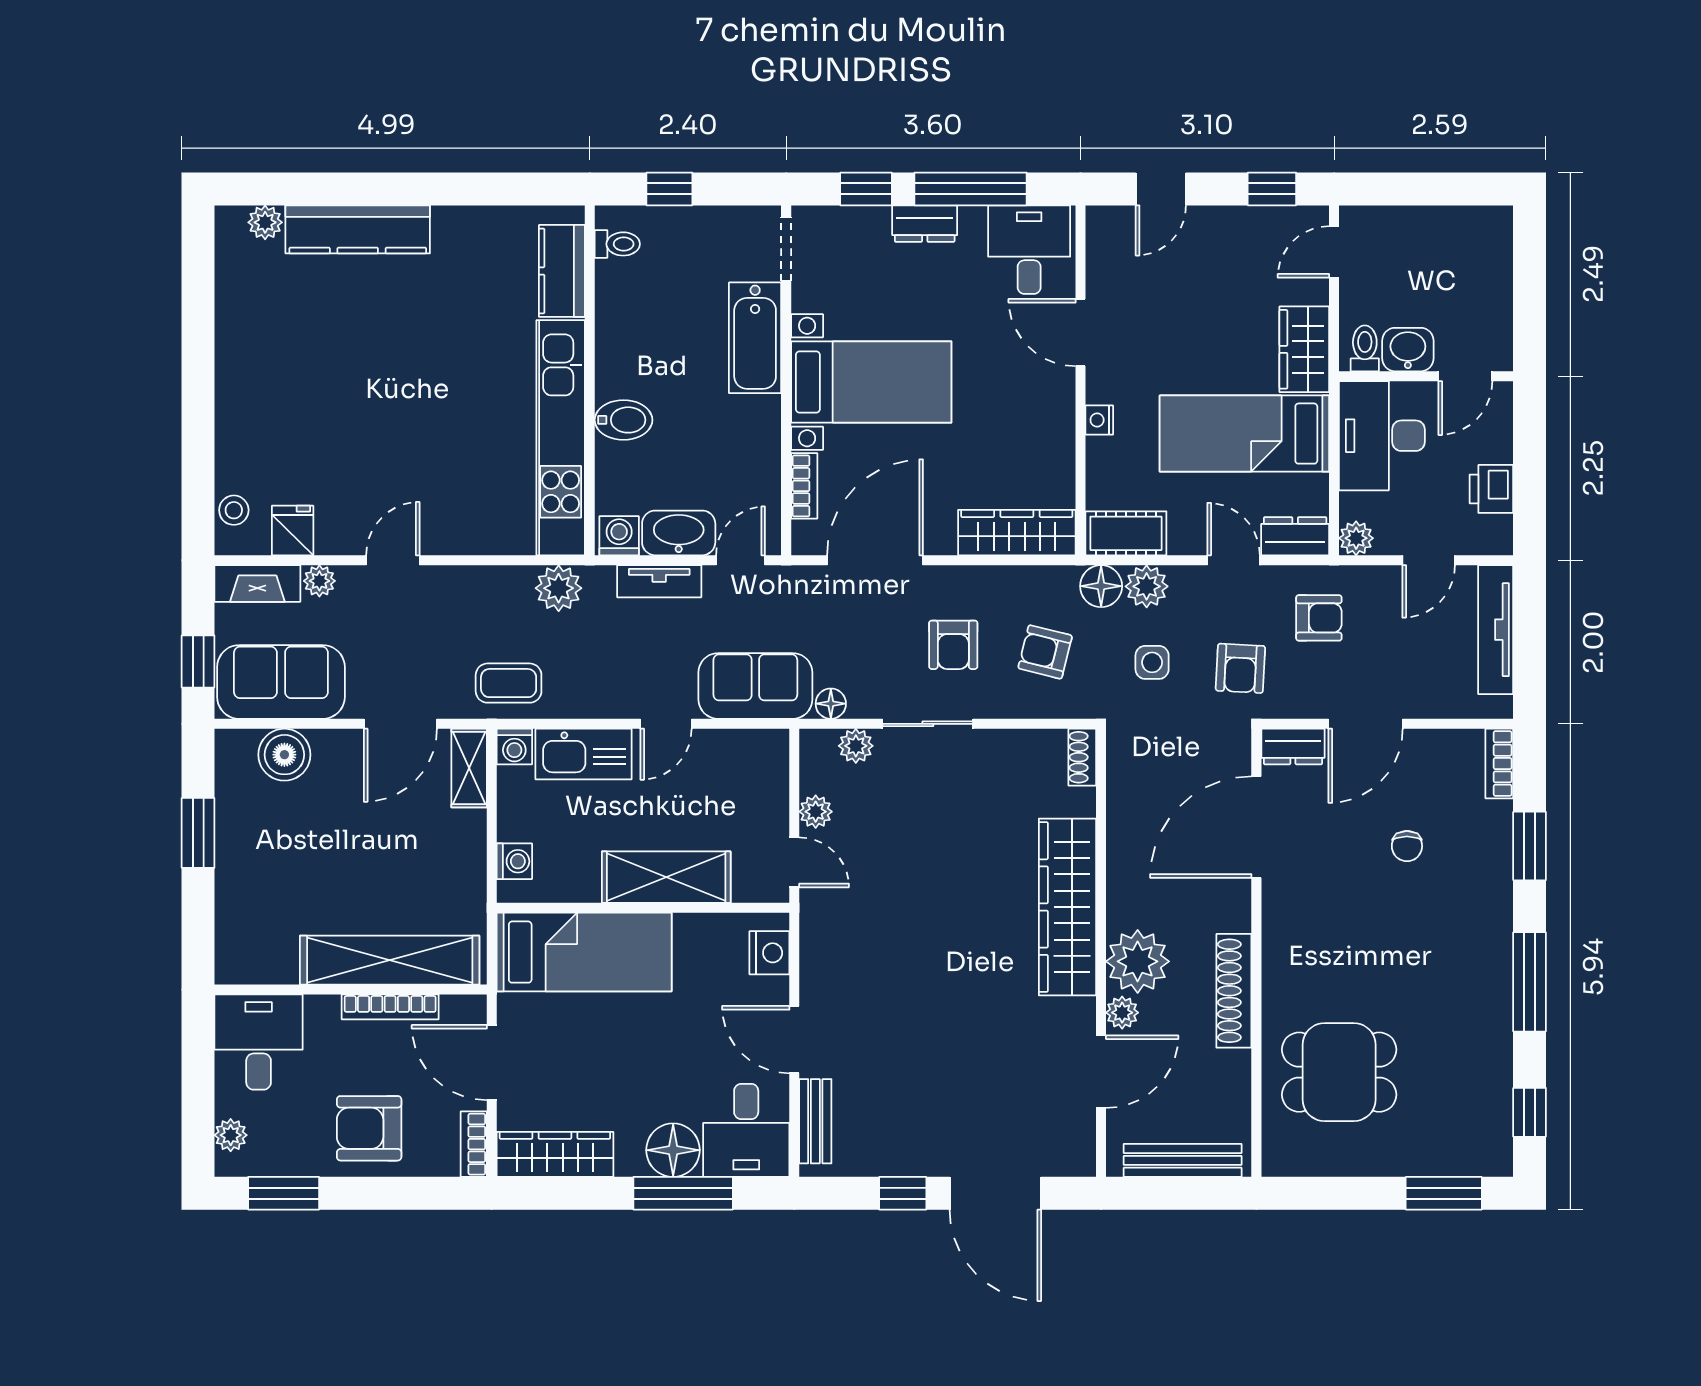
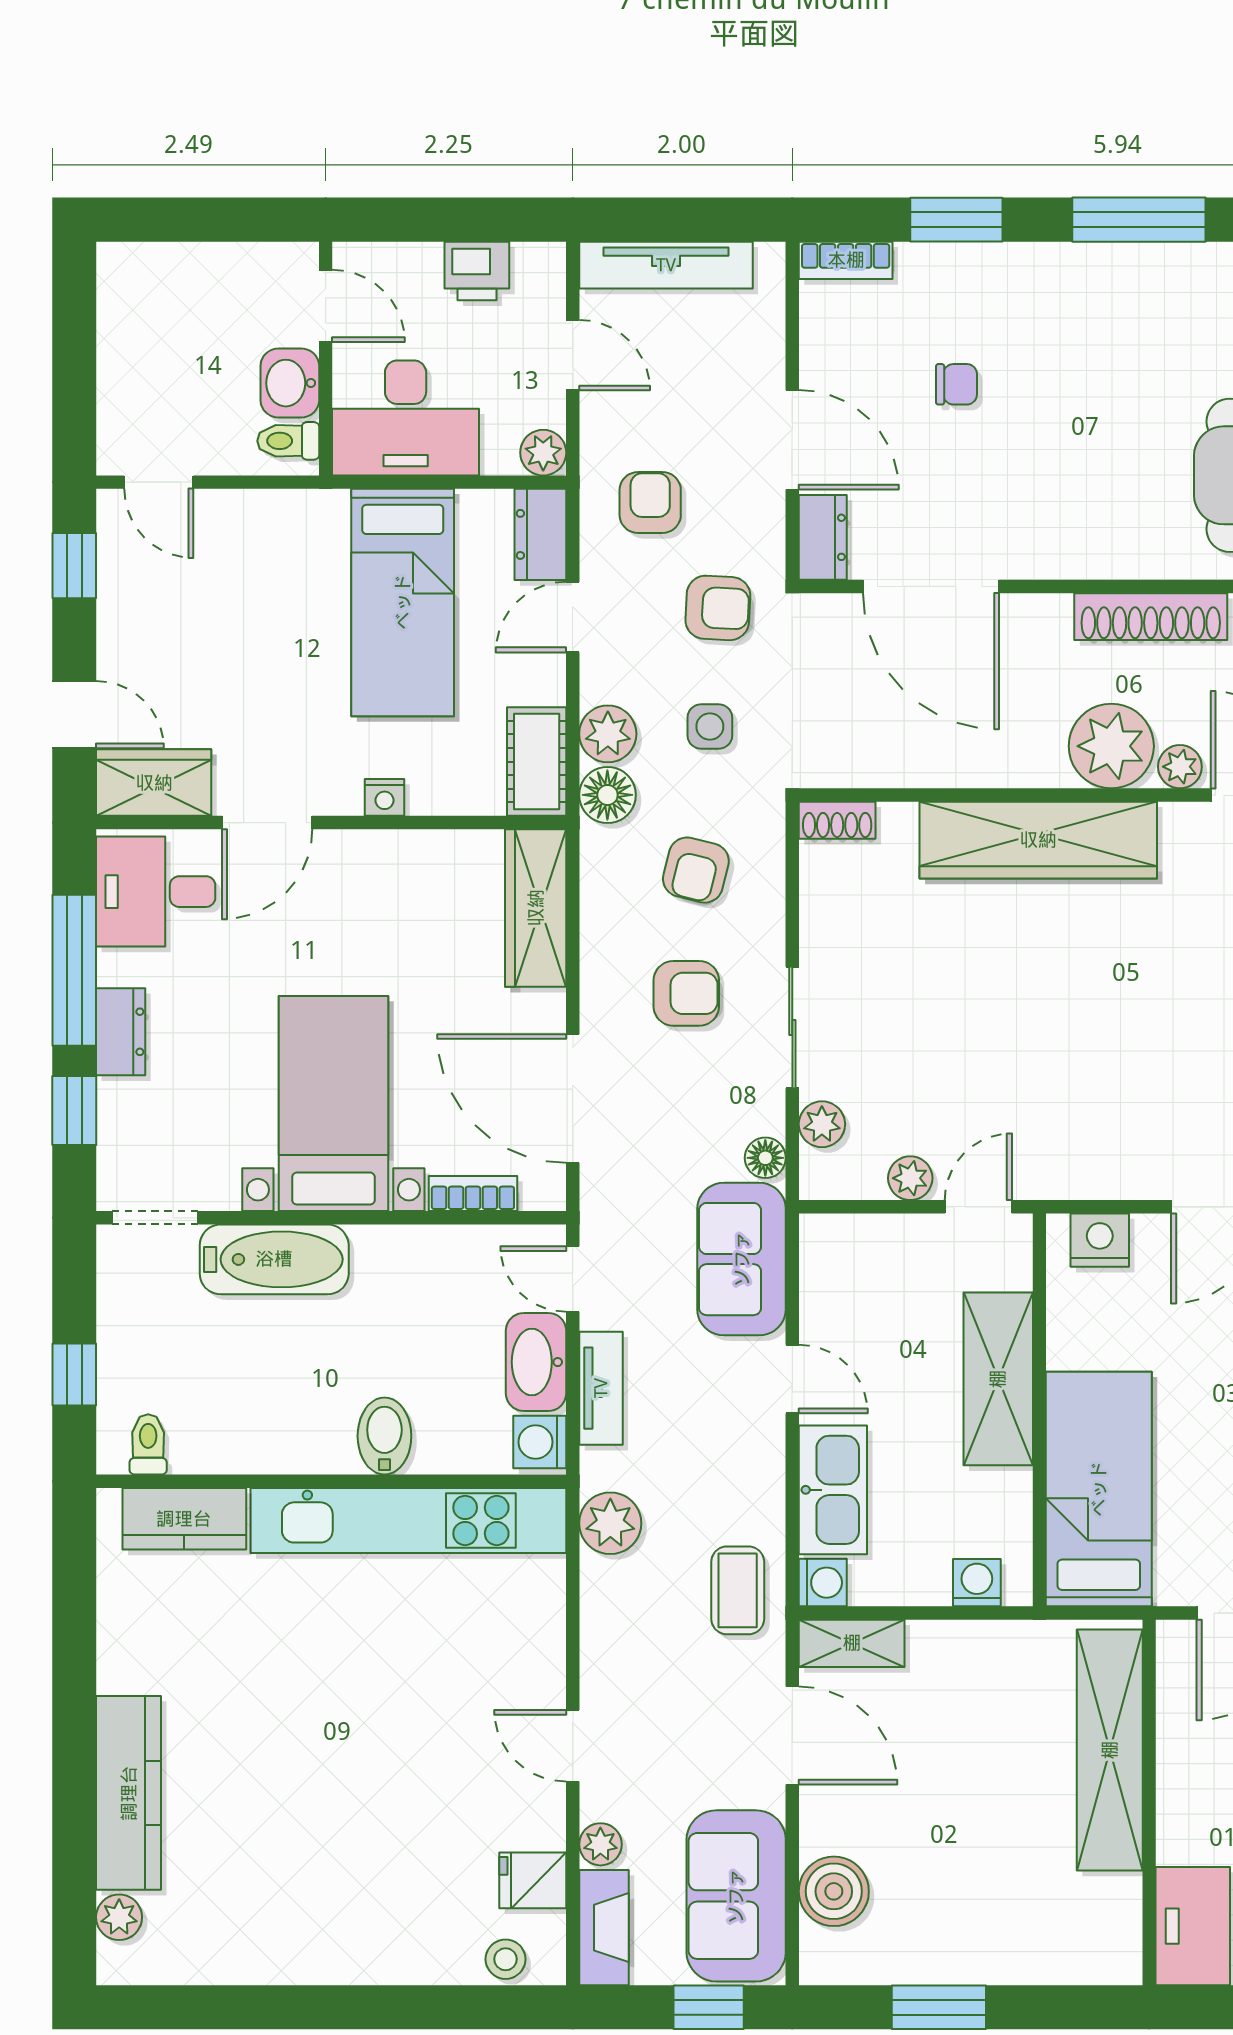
wardrobe: (1304, 349) -> (154, 783), moved, turned 180
bookcase: (390, 1007) -> (1172, 1749), removed

